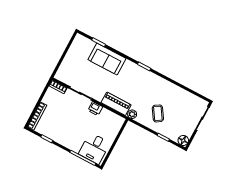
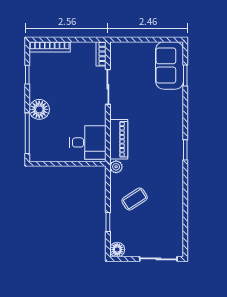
sofa: (107, 59) -> (169, 65), moved
printer: (95, 109) -> (98, 116), removed
floor lamp: (72, 143) -> (39, 109), added
desk: (94, 148) -> (88, 142), moved, turned 180

